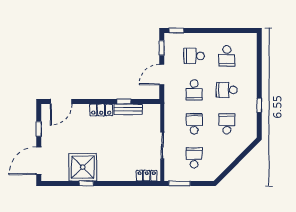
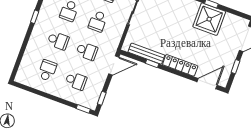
door: (162, 75) -> (114, 65), moved
school desk: (194, 90) -> (87, 51), turned 90
bench: (128, 109) -> (146, 54), width x1.36
locker: (101, 110) -> (180, 65), width x1.53

